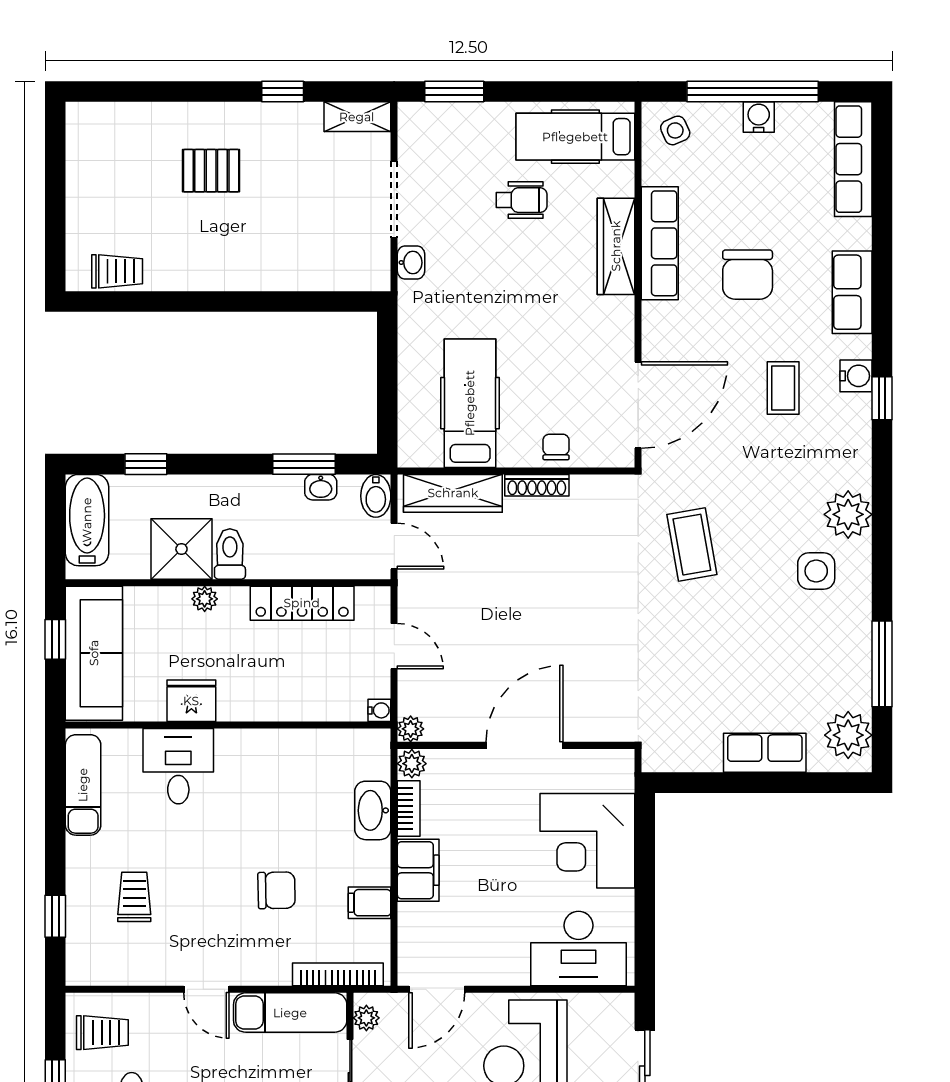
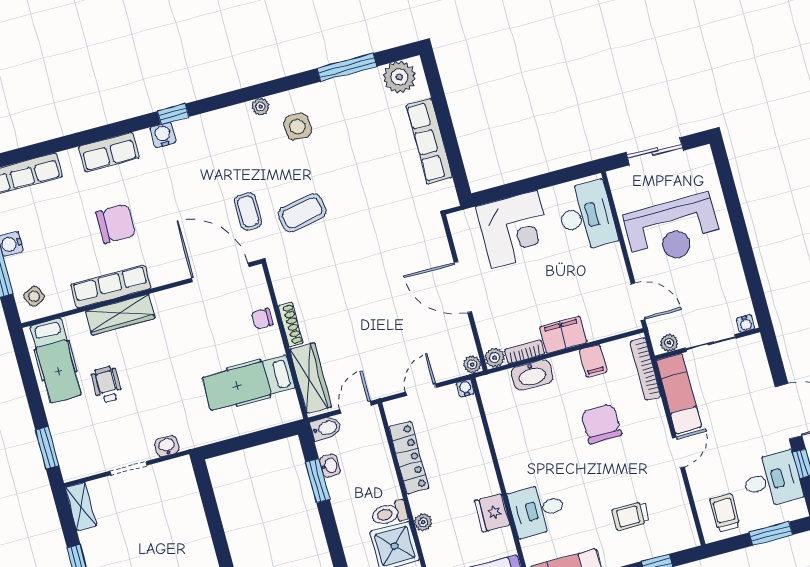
doorway: (394, 199) -> (128, 468), width x0.73
coffee table: (783, 388) -> (248, 211), moved, turned 90
plant: (848, 514) -> (260, 107), width x0.53, depth x0.53
row of seats: (765, 753) -> (429, 141), width x1.48
chair: (277, 890) -> (601, 424), width x1.37, depth x1.37

